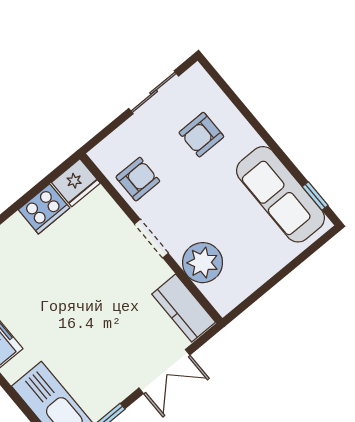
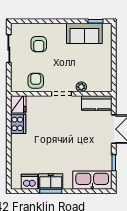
sofa: (280, 194) -> (84, 33), width x0.73
plant: (203, 263) -> (81, 87), width x0.53, depth x0.53

